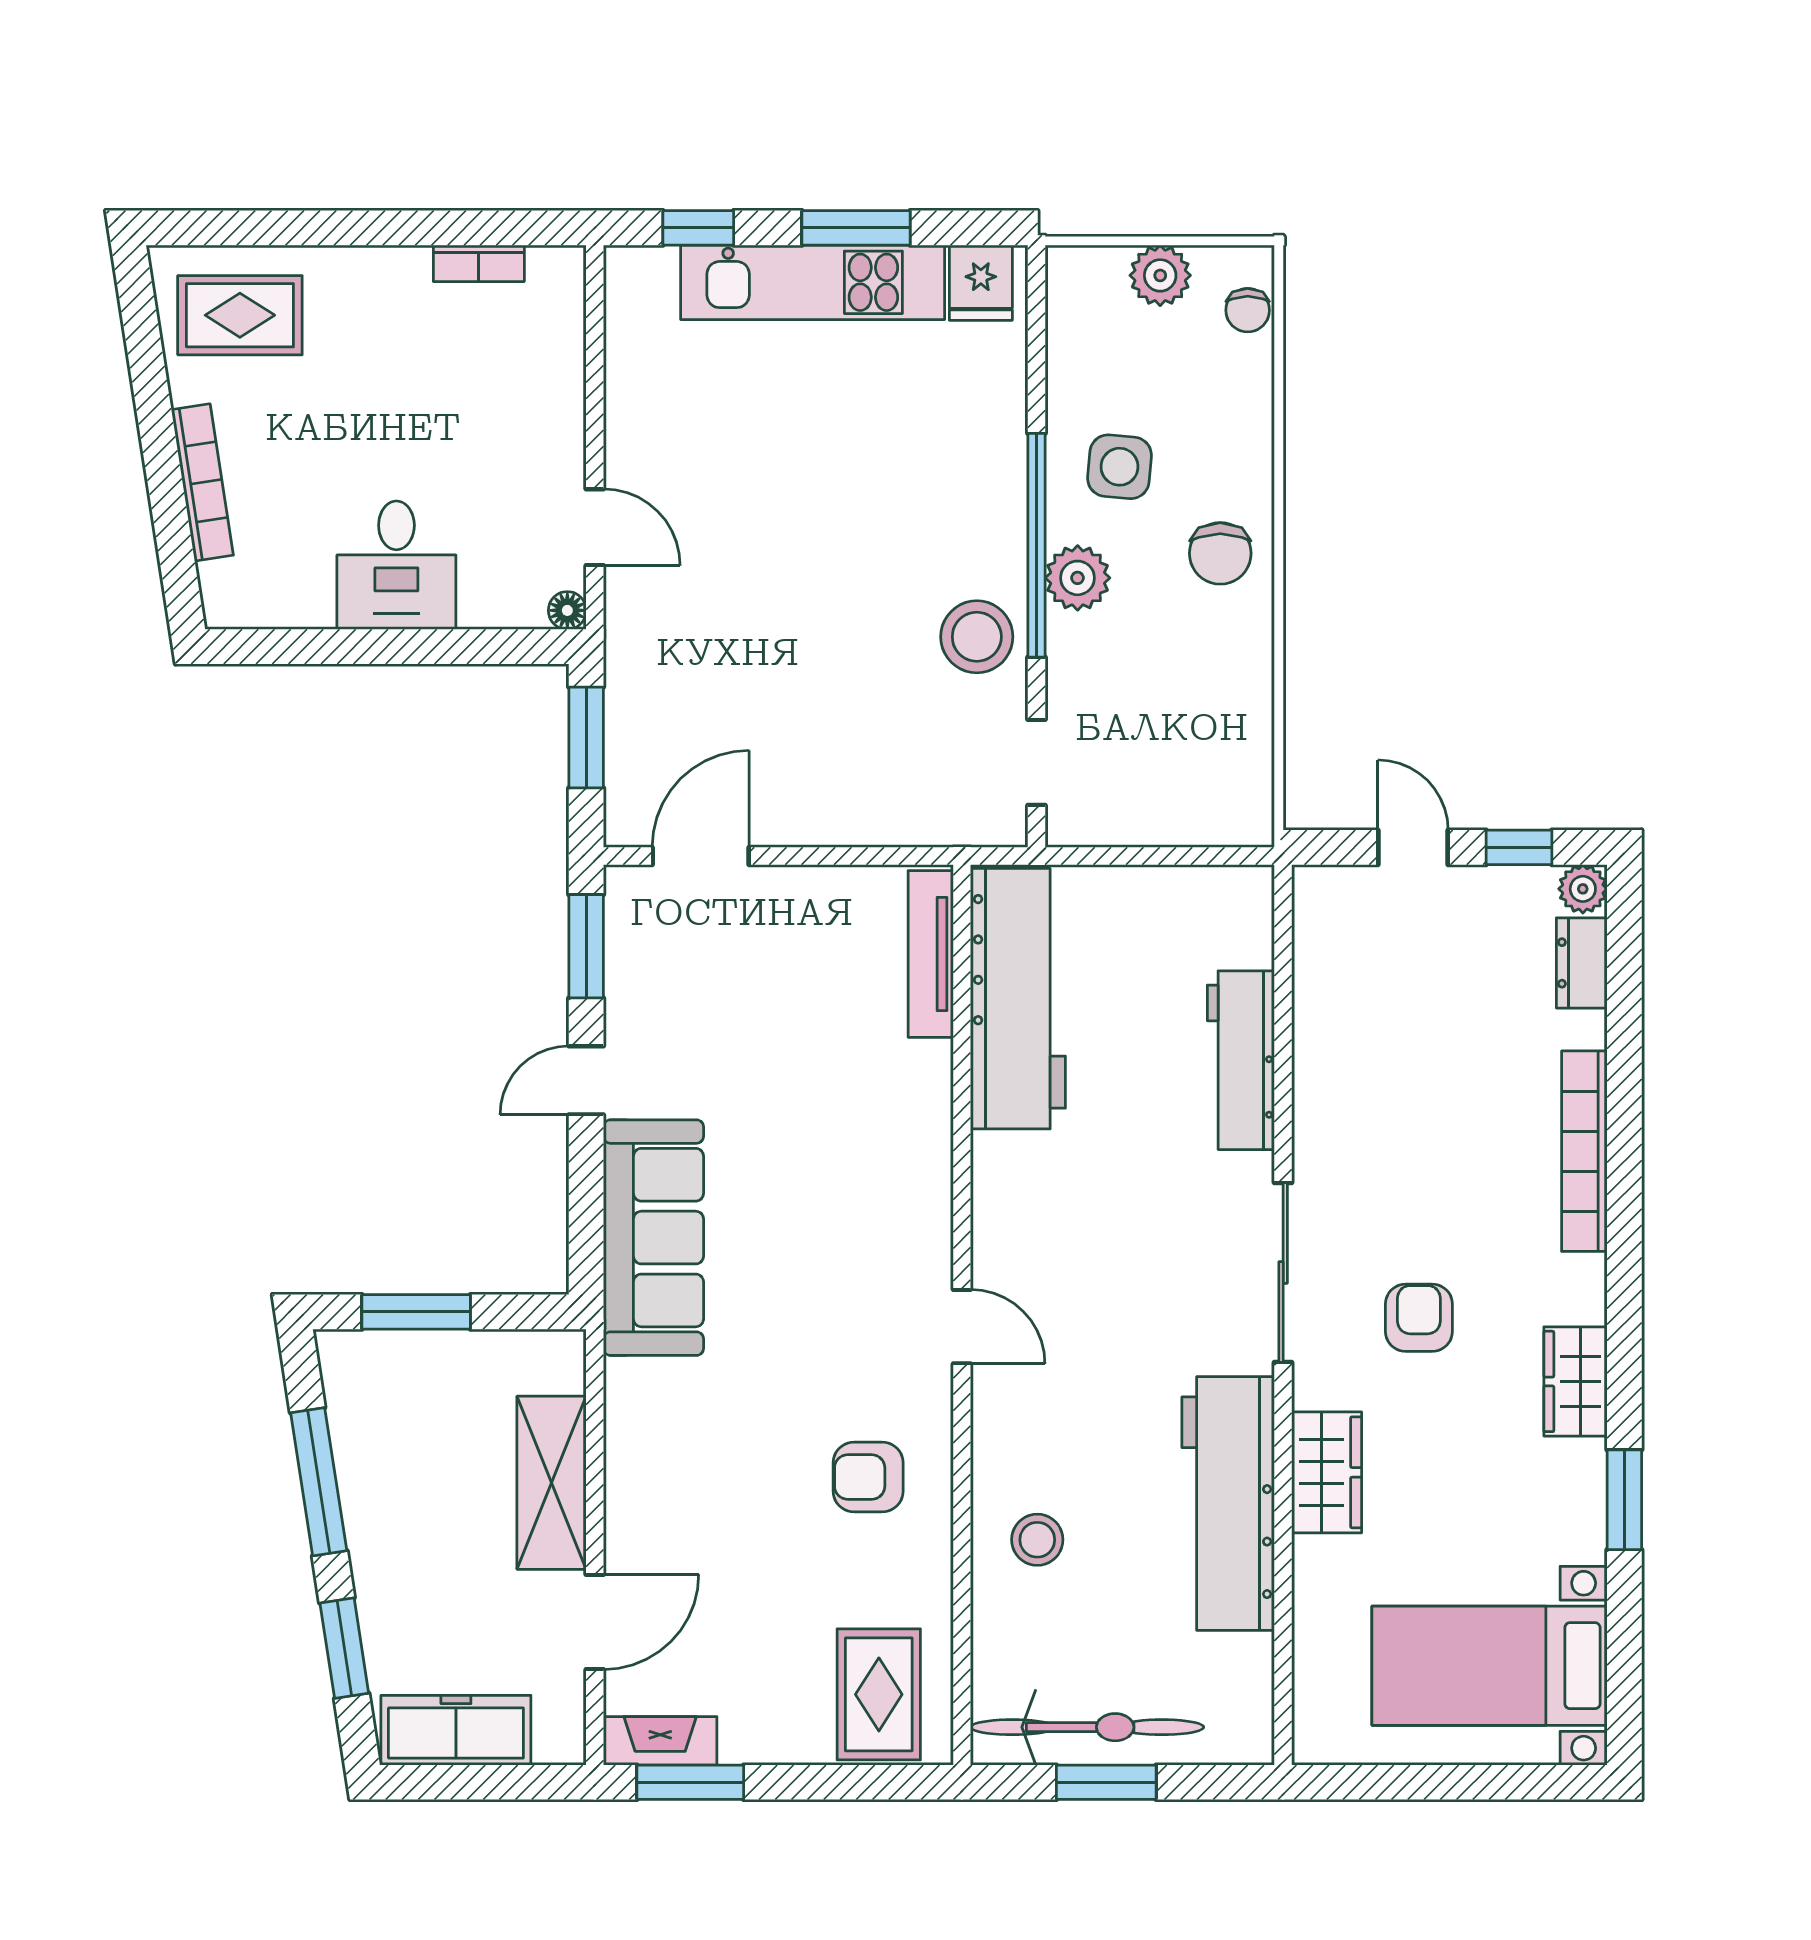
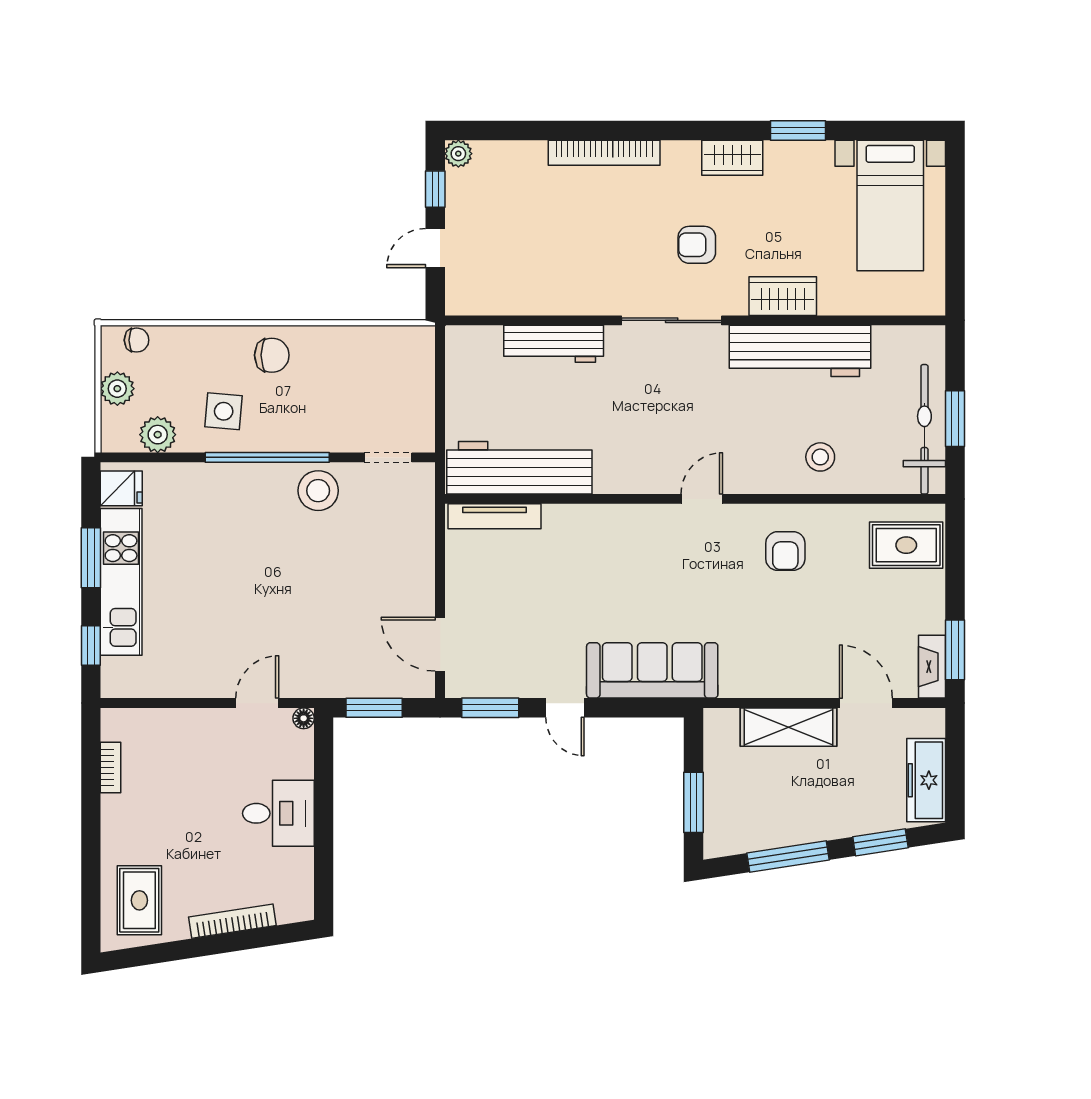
plant: (1078, 578) -> (158, 435), moved
dresser: (1582, 963) -> (500, 154), removed

